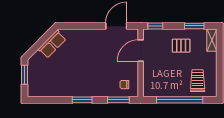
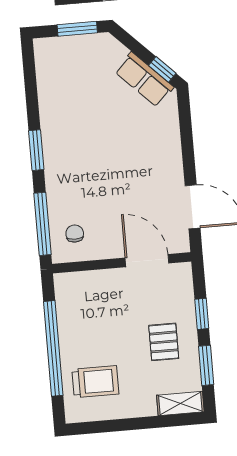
window: (155, 26) -> (202, 314), moved
window: (48, 35) -> (162, 69), added
window: (118, 100) -> (43, 224), width x1.44

